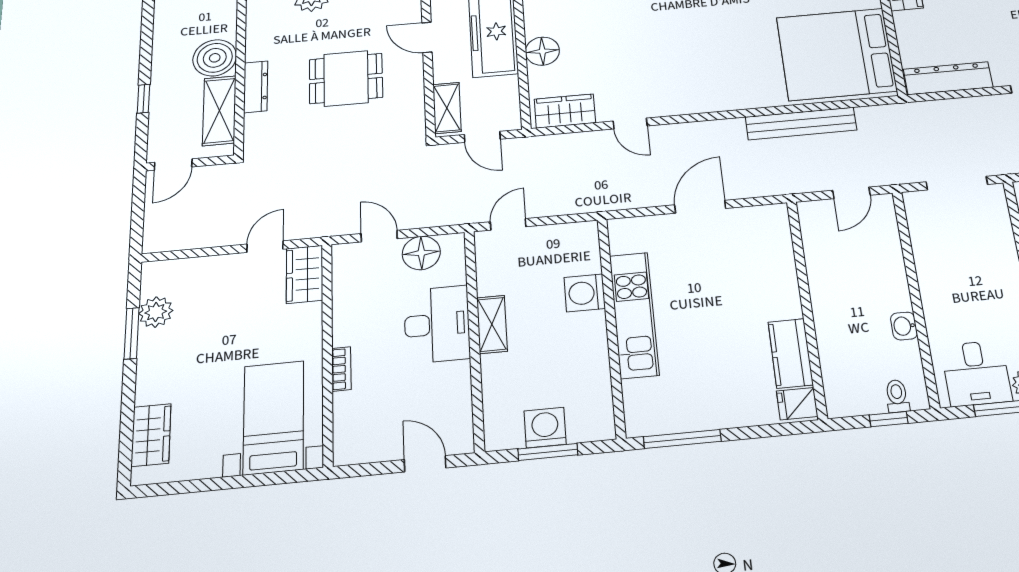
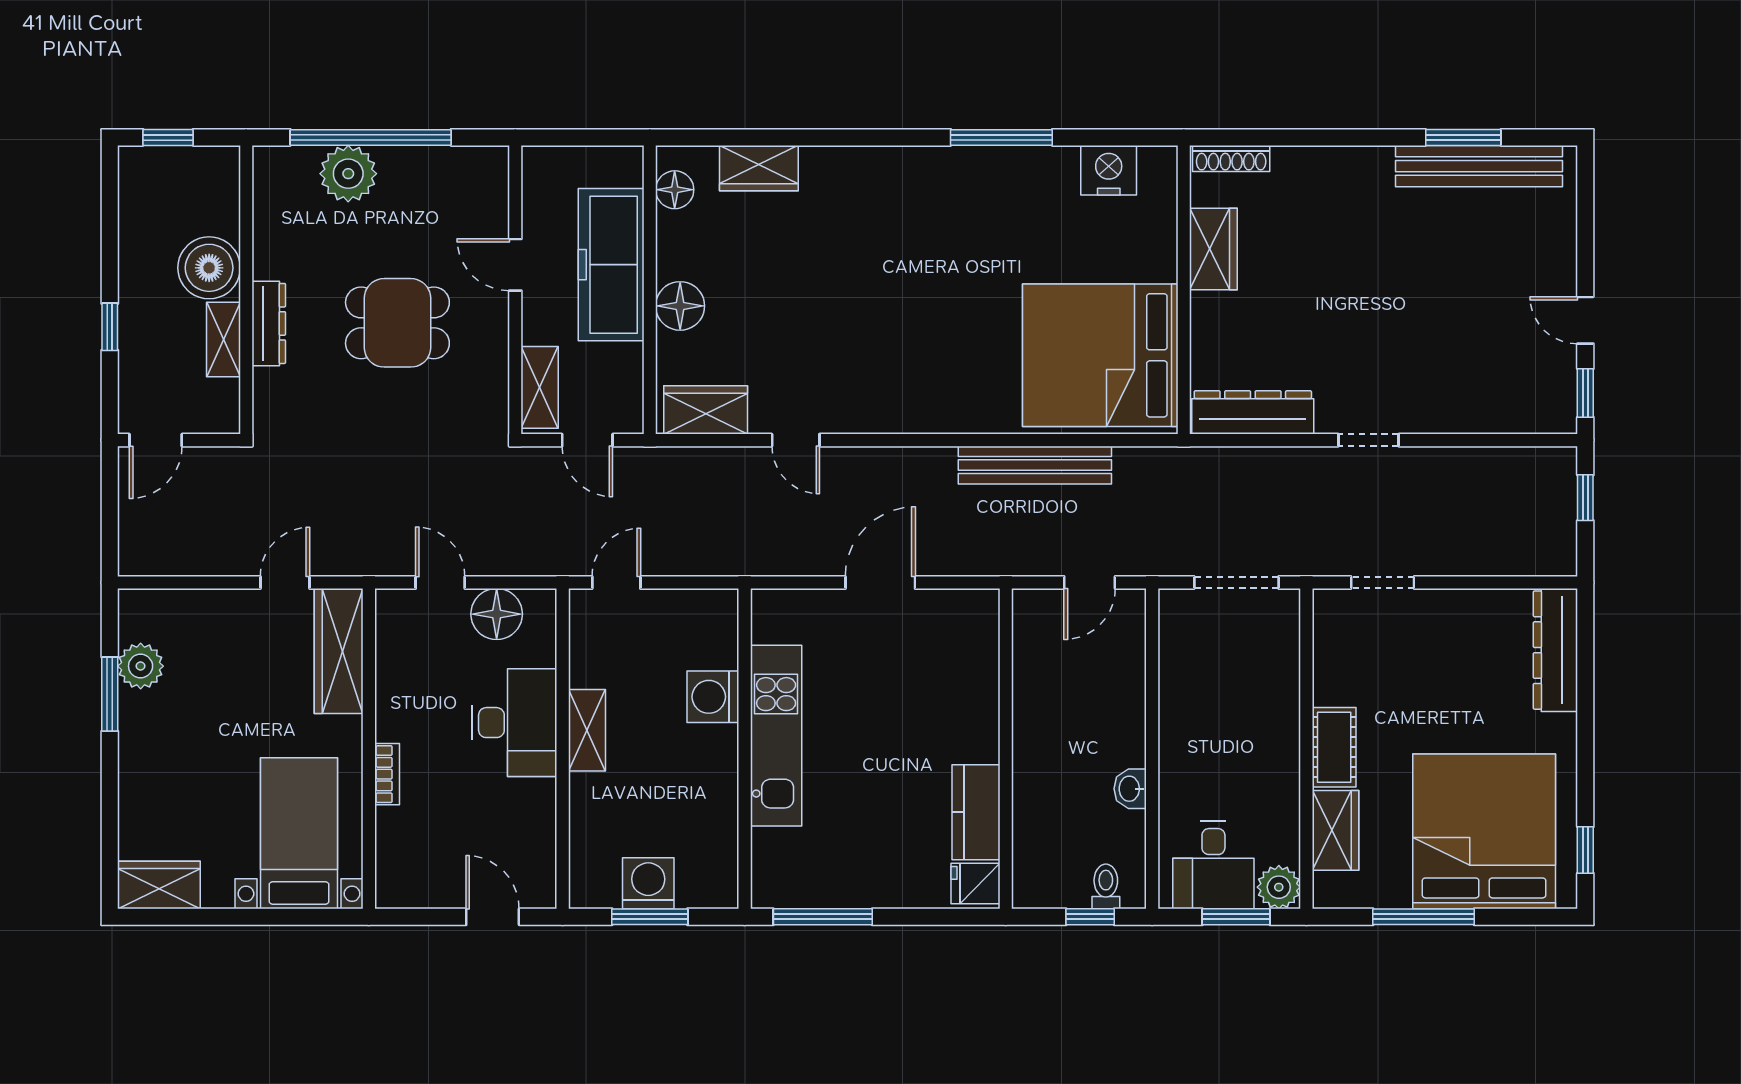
shelving: (219, 111) -> (223, 339), width x0.67, depth x0.75
wardrobe: (305, 274) -> (339, 651), width x1.50
wardrobe: (151, 435) -> (159, 885), moved, turned -90

